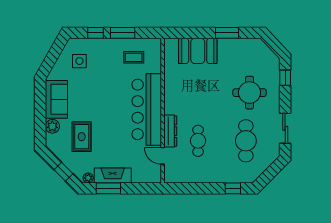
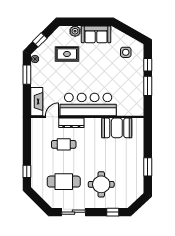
booth: (198, 51) -> (117, 128), moved, turned 90
coffee table: (134, 57) -> (129, 94), removed
fireplace: (113, 175) -> (37, 102), moved

